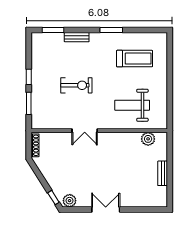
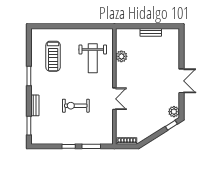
treadmill: (135, 59) -> (53, 56), turned 180
exercise bike: (76, 85) -> (76, 106), turned -90
plant: (148, 139) -> (121, 56), moved
double door: (106, 210) -> (182, 81), swing flipped

